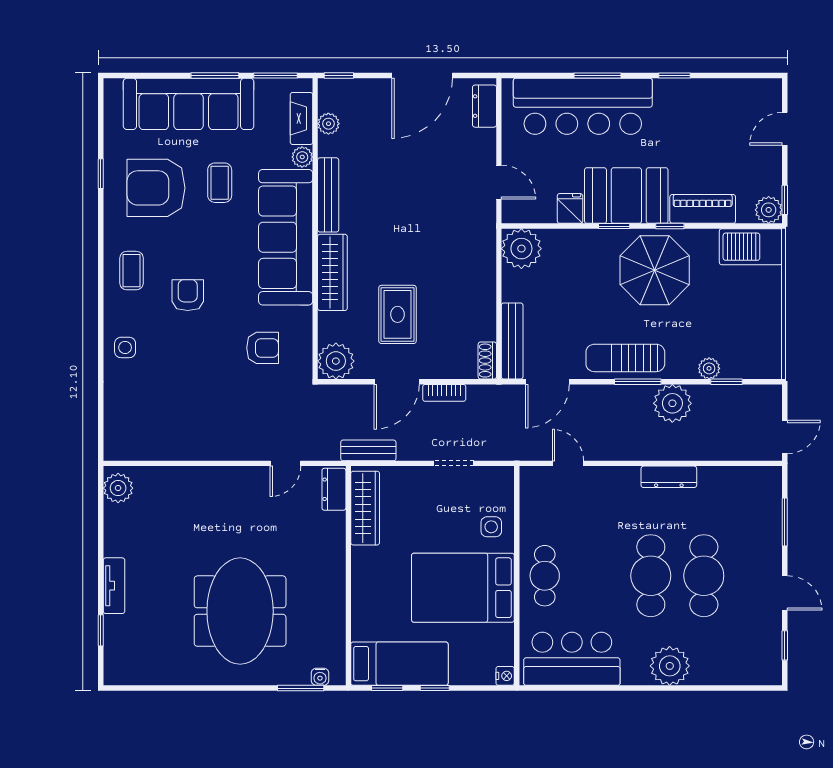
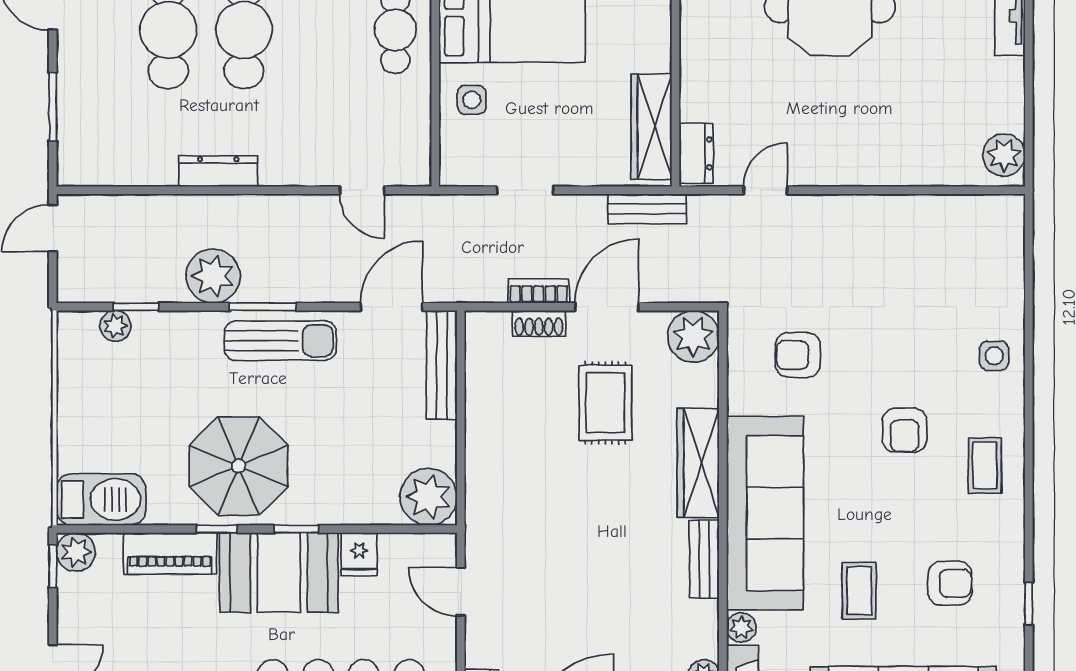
armchair: (156, 188) -> (950, 583), width x0.53, depth x0.53
bench: (328, 195) -> (704, 559), width x0.73
shoe rack: (487, 361) -> (539, 323), moved, turned 90
plant: (709, 368) -> (115, 326), moved

